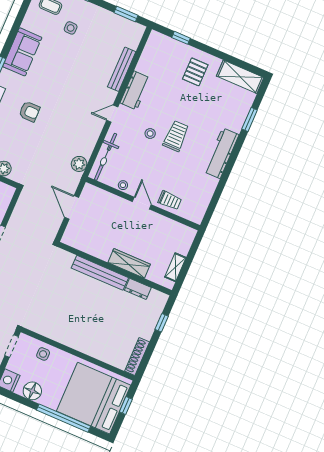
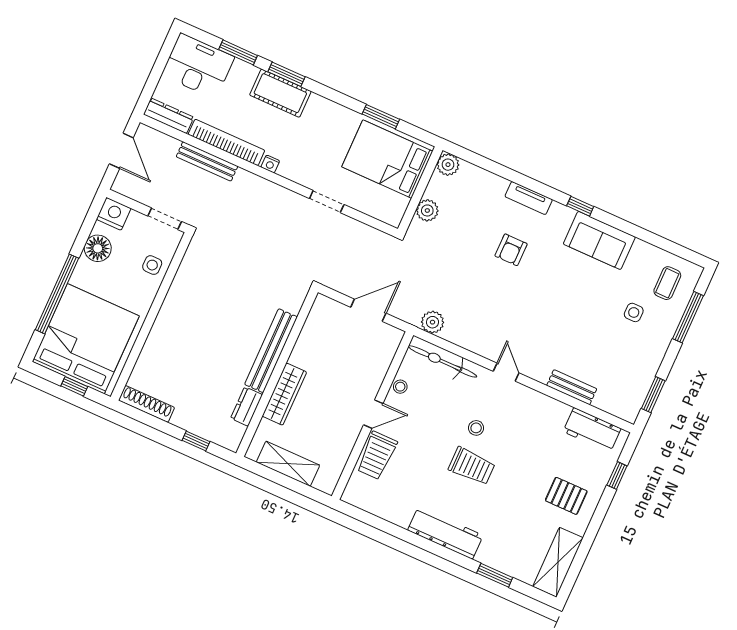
bench: (122, 69) -> (572, 387), width x0.73
workbench: (135, 90) -> (592, 430), moved
trolley: (170, 200) -> (377, 455), width x1.36, depth x1.39
shelving: (175, 267) -> (288, 464), width x1.50, depth x1.33

